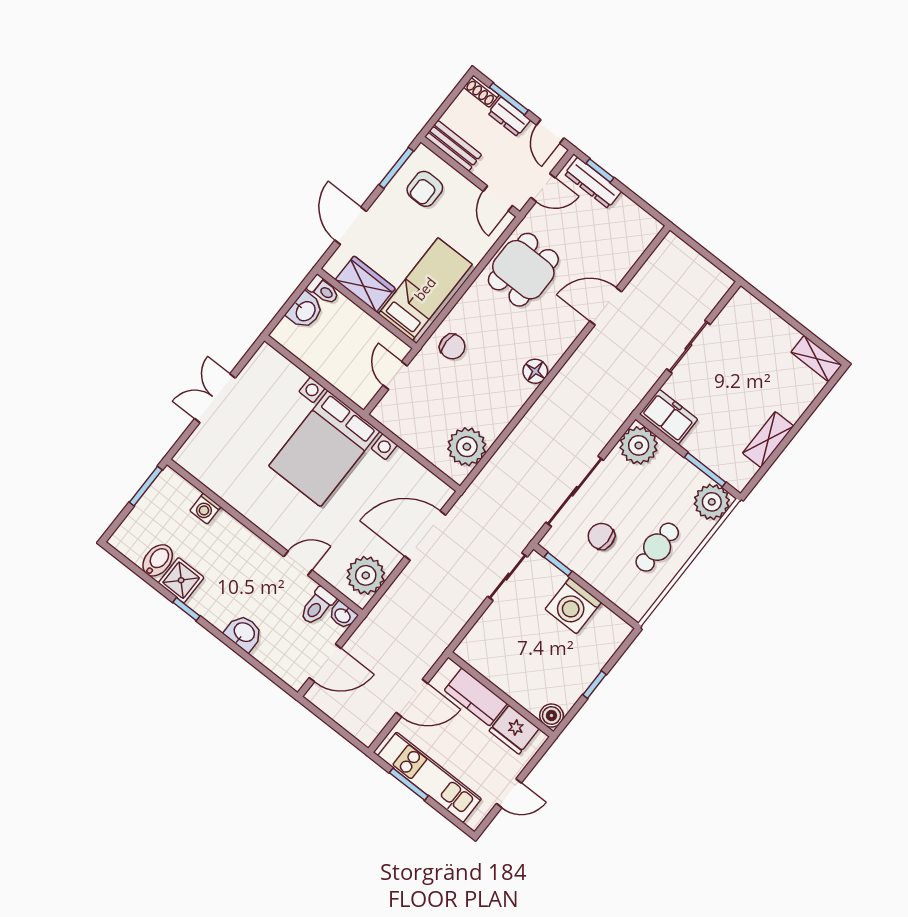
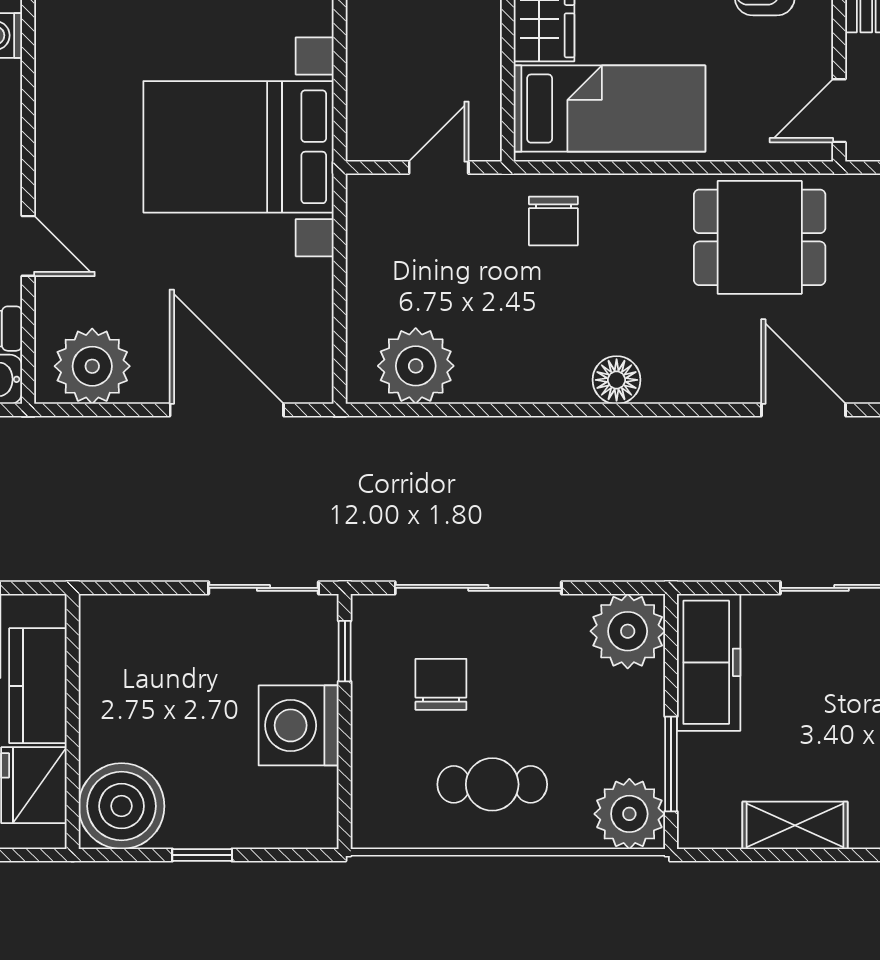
freezer: (669, 417) -> (709, 662), width x1.40
boiler: (551, 715) -> (122, 806), width x1.86, depth x1.86

